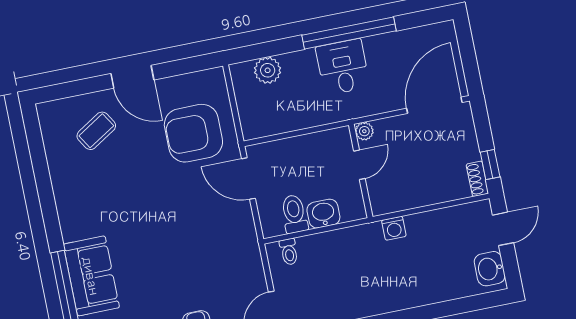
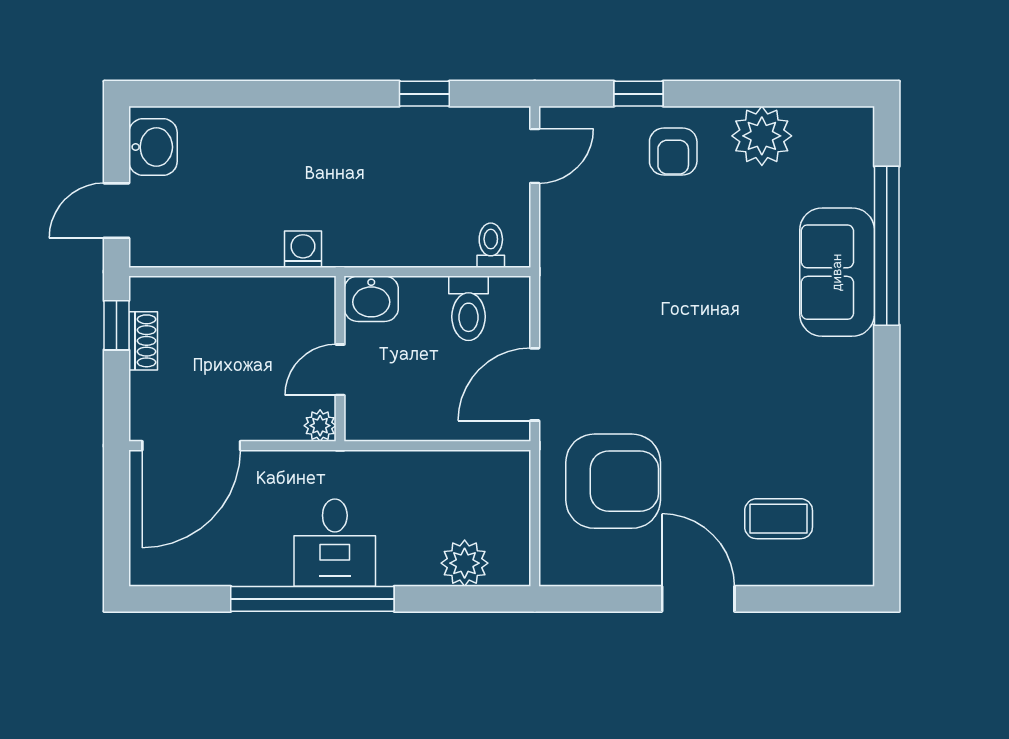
coffee table: (96, 131) -> (779, 519), turned 32
door: (248, 179) -> (535, 384), swing flipped
shoe rack: (477, 179) -> (143, 341), moved
washbasin: (323, 214) -> (371, 299), moved

